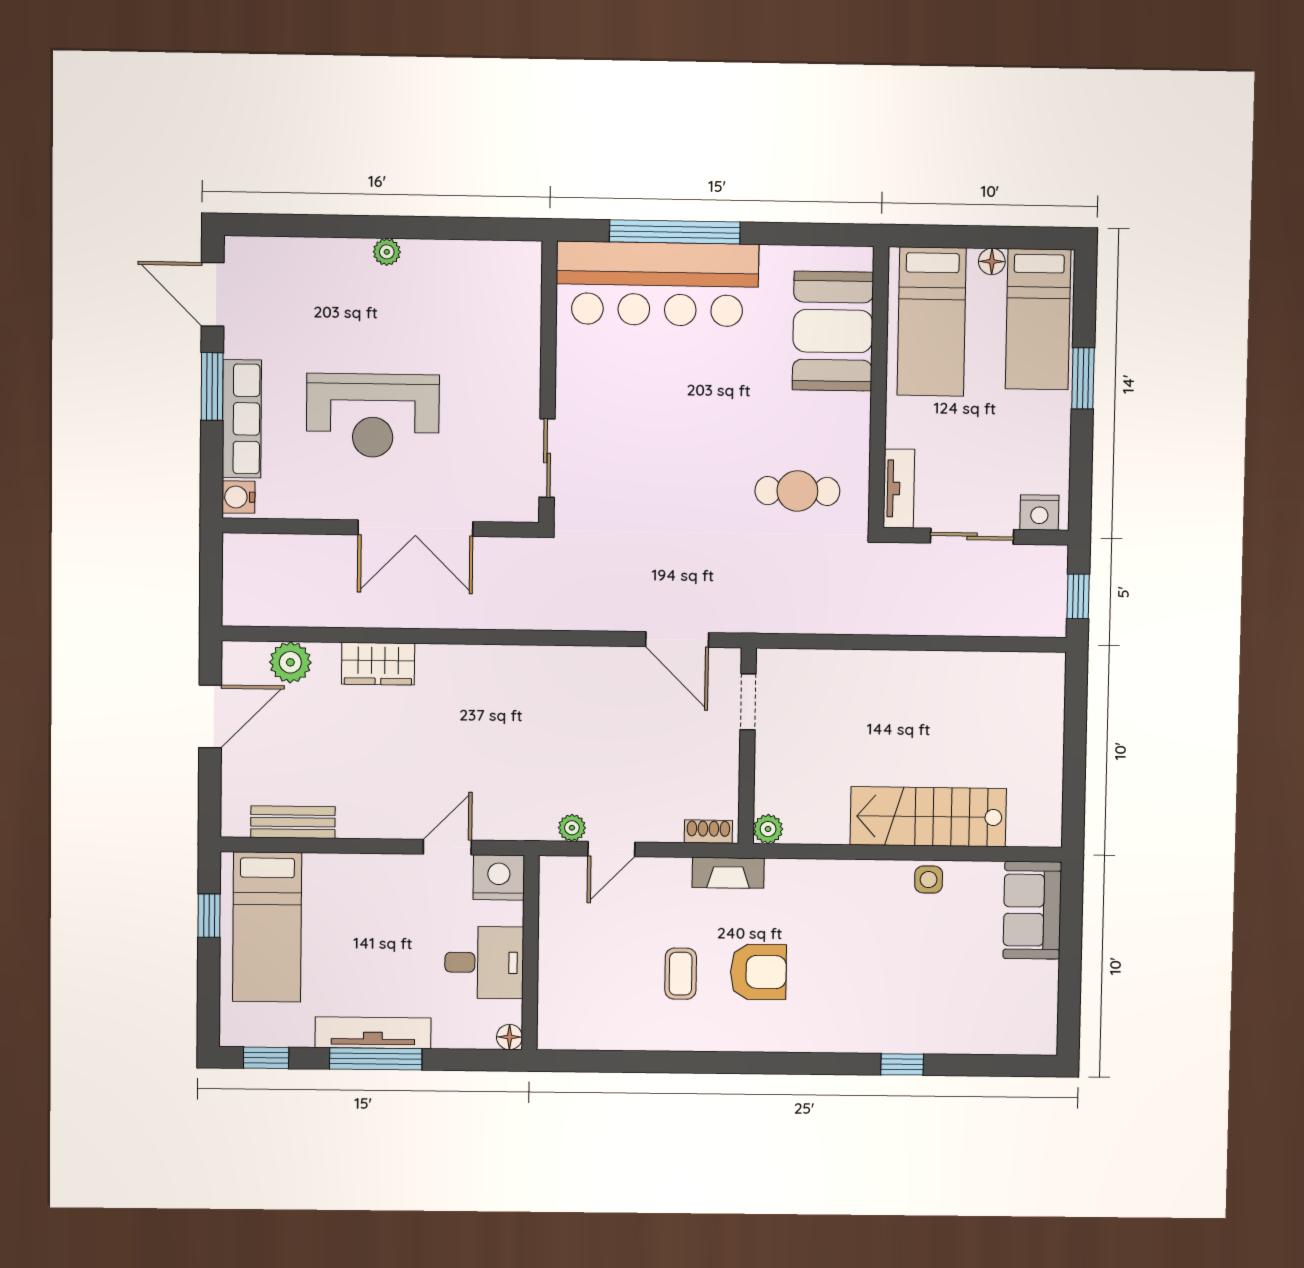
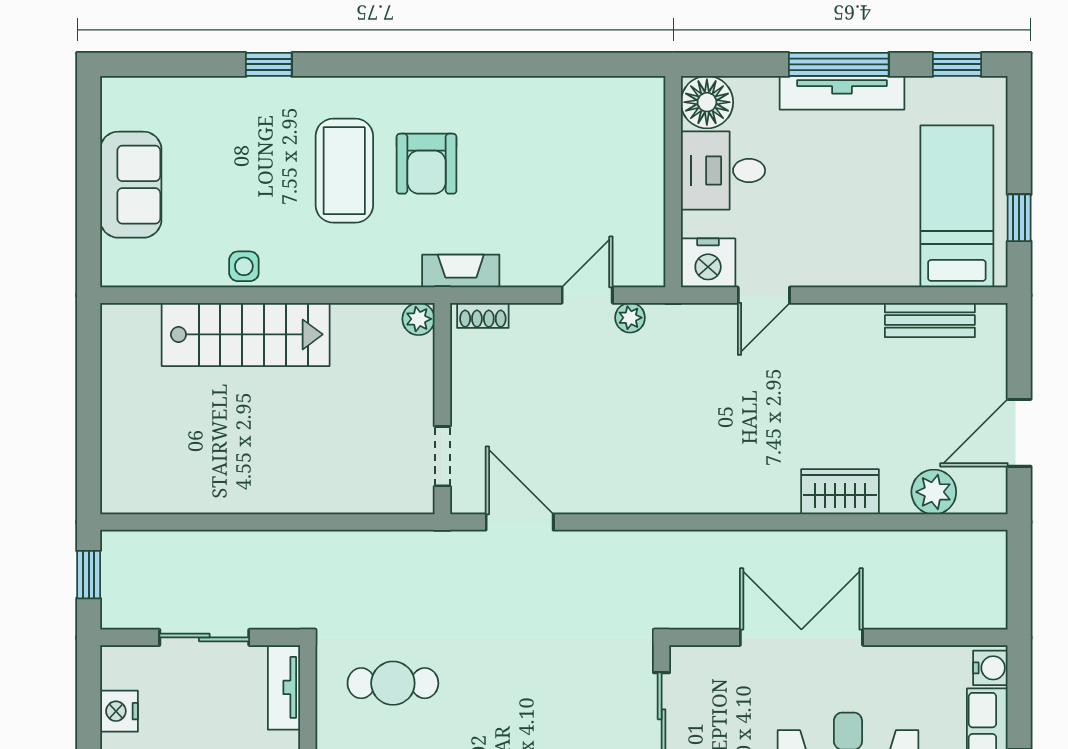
nightstand: (1039, 512) -> (119, 711), moved, turned -90
sofa: (1032, 910) -> (131, 185), moved
armchair: (758, 972) -> (427, 164), turned -90
coffee table: (681, 974) -> (344, 171), moved, width x1.86, depth x1.72
floor lamp: (509, 1037) -> (707, 102), width x1.89, depth x1.89

